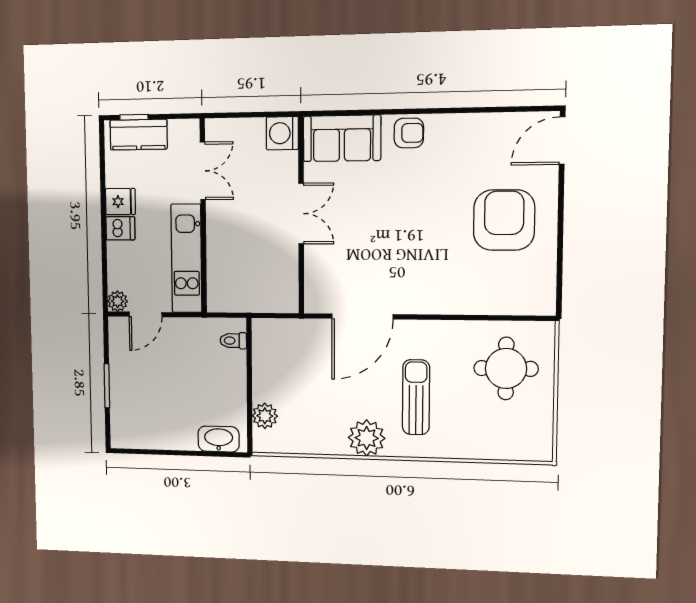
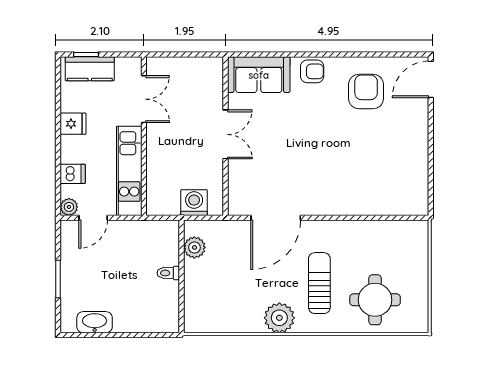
washing machine: (282, 133) -> (194, 203), moved, turned 90
armchair: (504, 220) -> (366, 92), moved, width x0.73, depth x0.73
dishwasher: (120, 228) -> (73, 174), moved
toilet: (233, 341) -> (168, 273), moved
round table: (506, 368) -> (375, 300), moved
plant: (265, 416) -> (194, 247), moved
washbasin: (219, 439) -> (95, 322), moved

